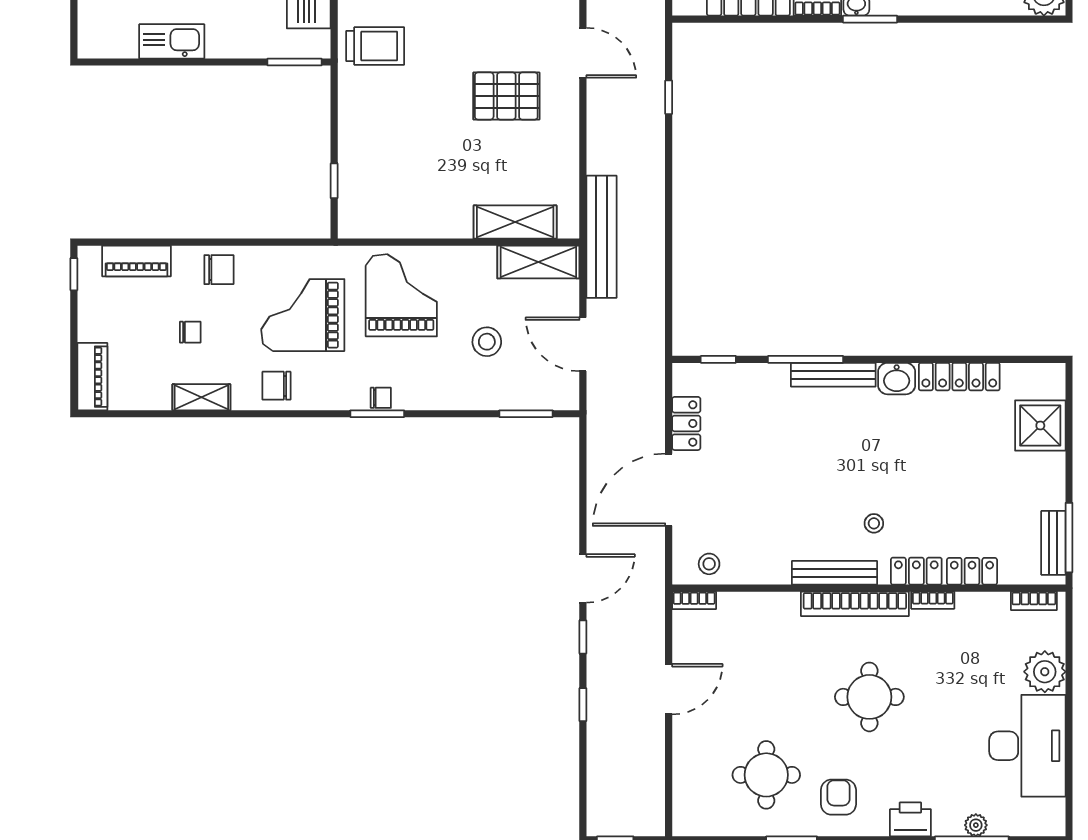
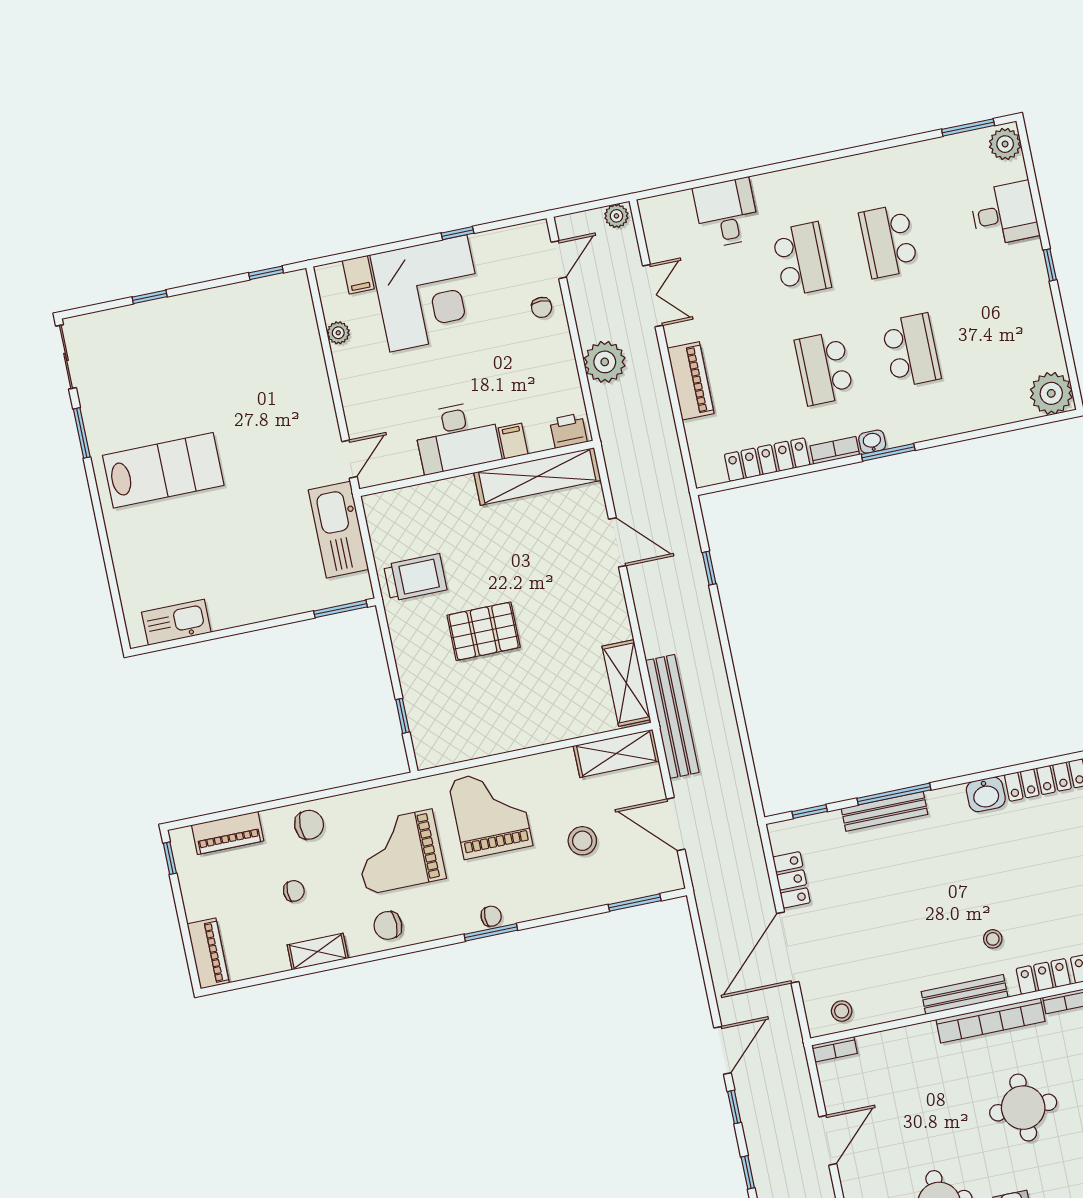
kitchen sink: (172, 41) -> (176, 622), moved
pallet: (506, 96) -> (484, 631), moved
shelving: (515, 222) -> (626, 683), moved, turned 90
bench: (833, 375) -> (885, 811), moved

